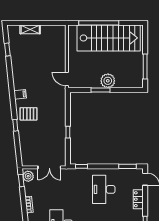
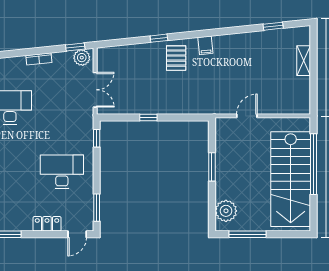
door: (67, 79) -> (247, 116), moved
plant: (108, 81) -> (226, 211), moved
double door: (49, 167) -> (95, 90), swing flipped

